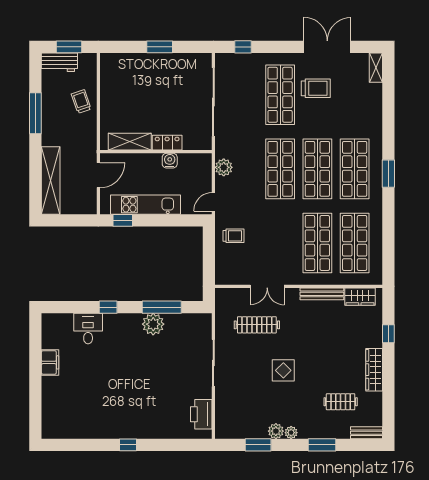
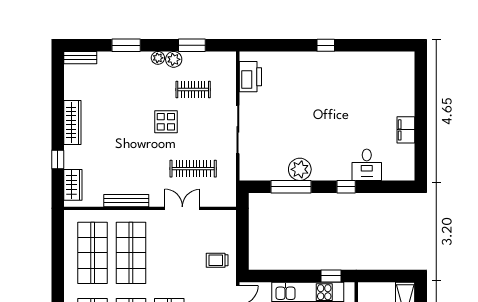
wardrobe: (360, 297) -> (73, 185), moved, turned 90
clothes rail: (341, 402) -> (193, 90), moved

